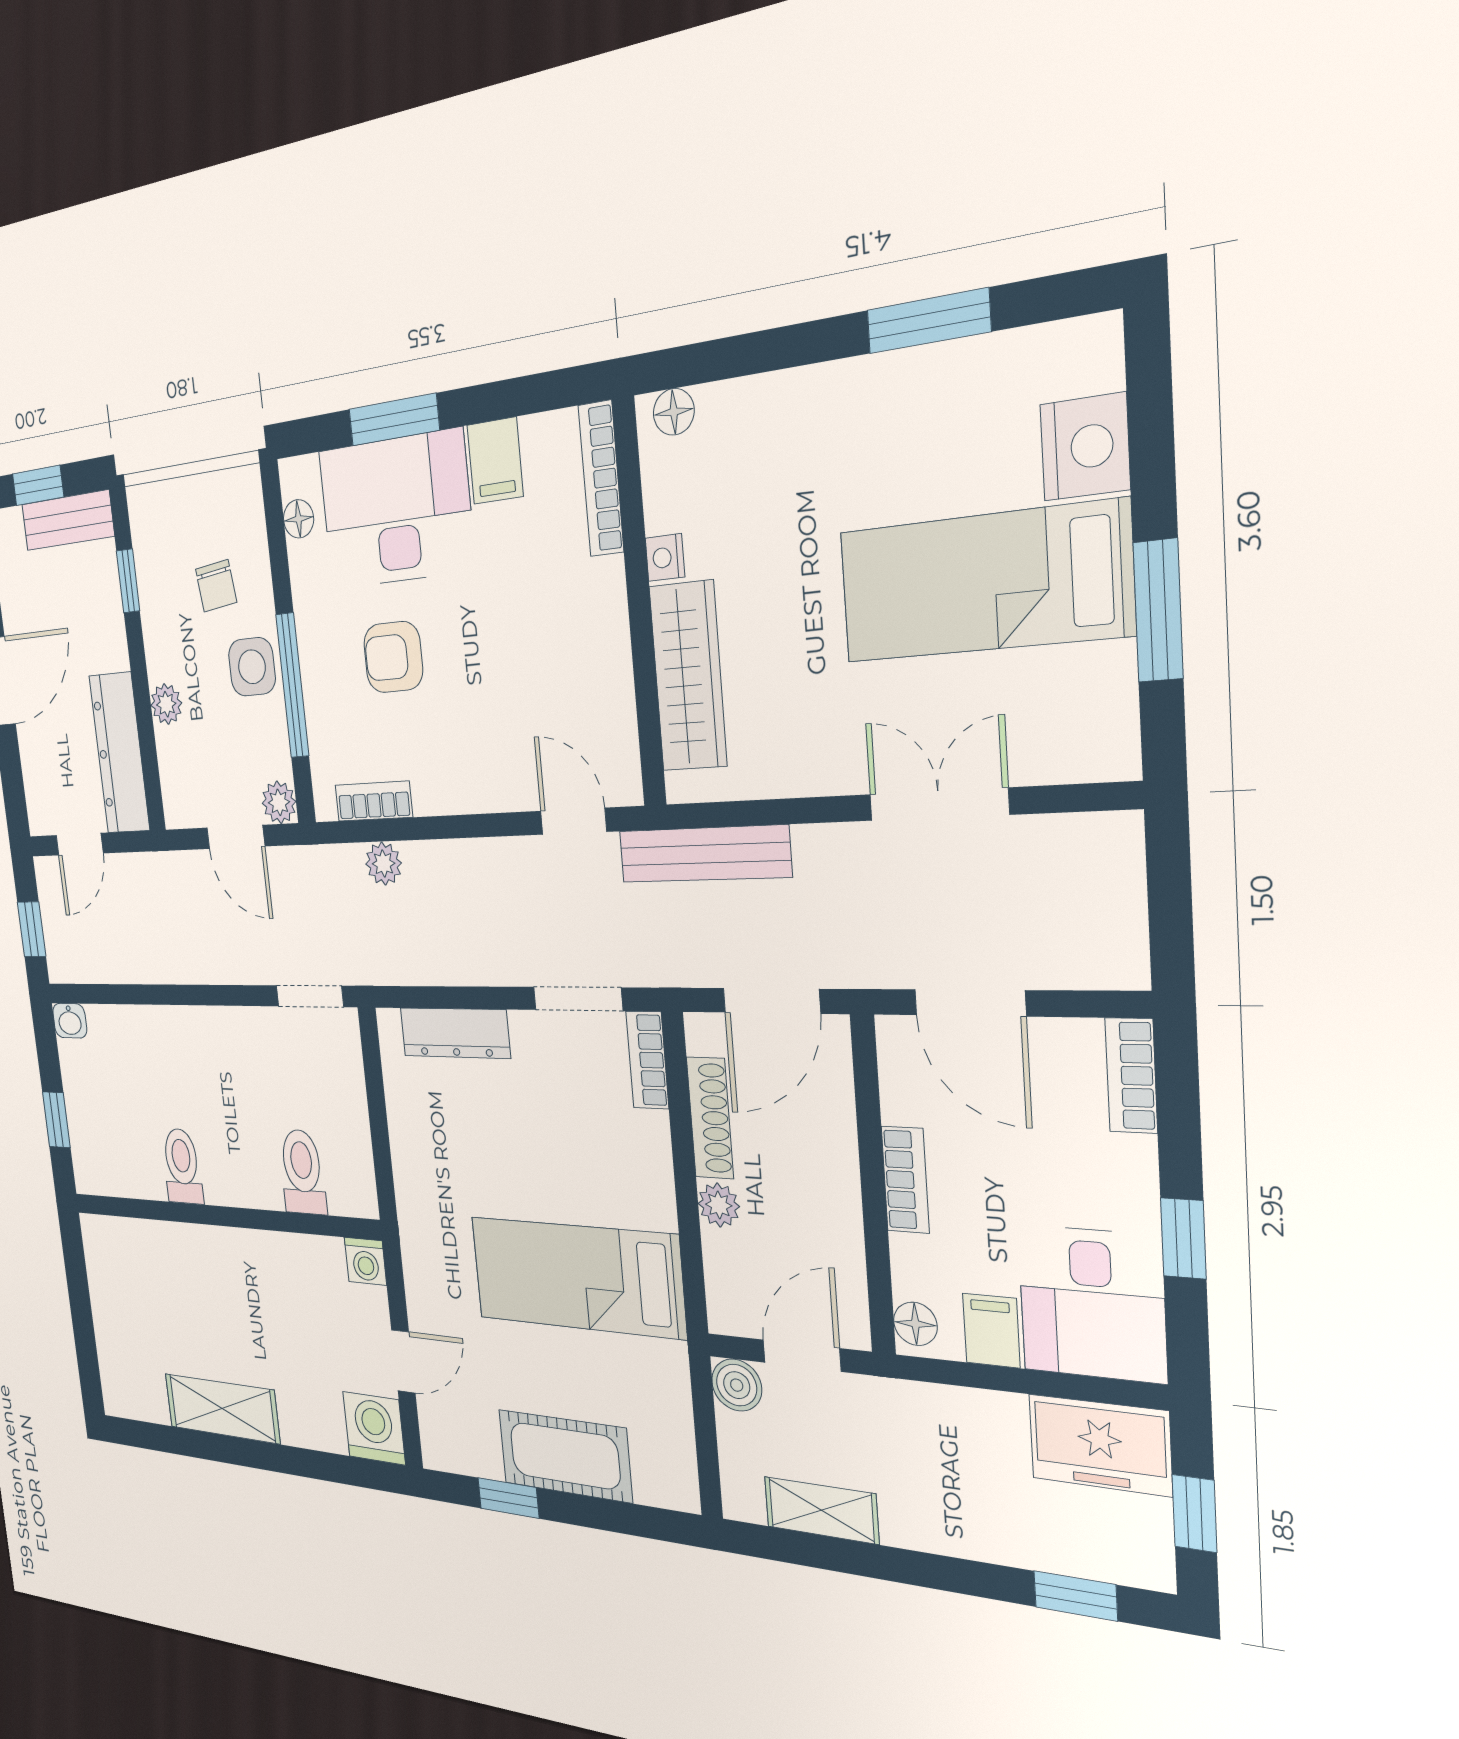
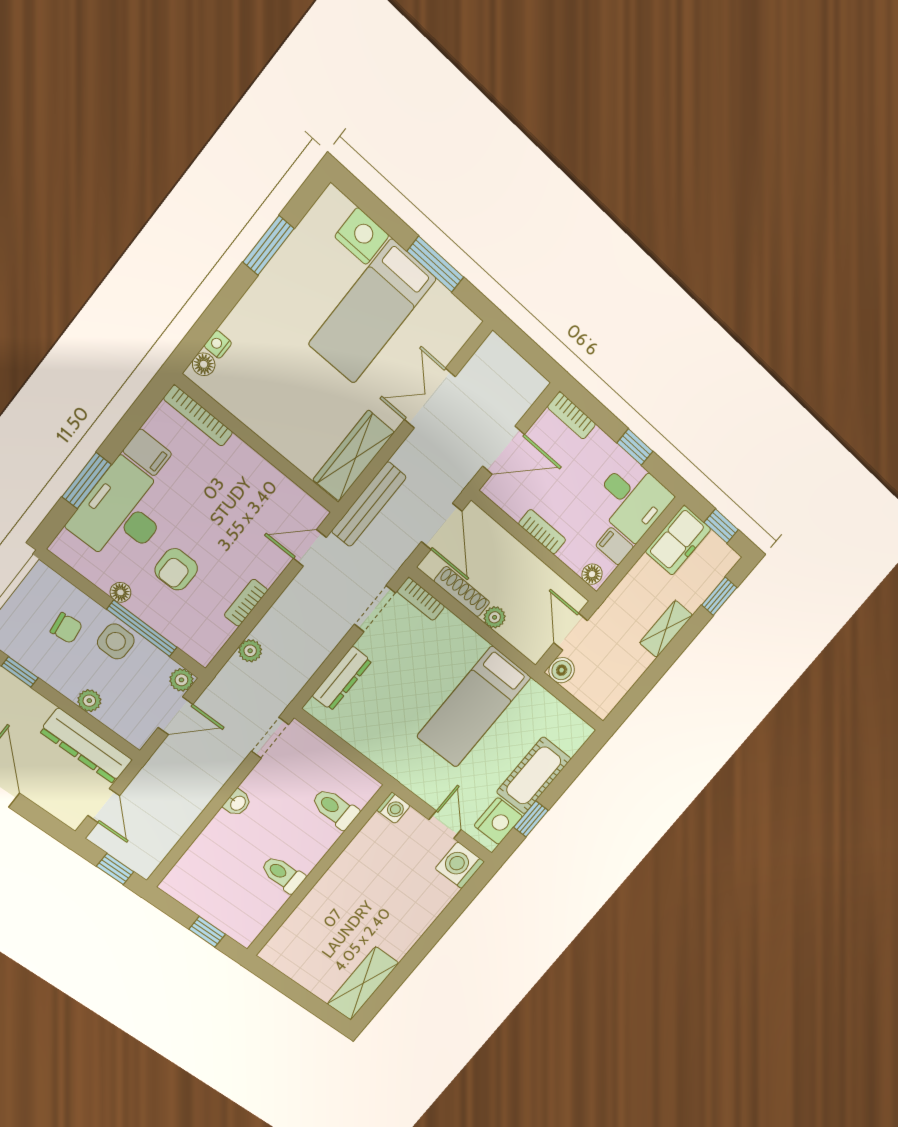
floor lamp: (299, 519) -> (120, 592), moved
nightstand: (665, 558) -> (218, 344), moved, turned 90
wardrobe: (688, 676) -> (354, 456), moved, turned -90
bookcase: (374, 801) -> (246, 603), moved
washbasin: (70, 1021) -> (238, 803), moved
shelving: (222, 1409) -> (363, 983), moved
nightstand: (468, 1445) -> (498, 821), added
shelving: (821, 1510) -> (666, 629), moved

